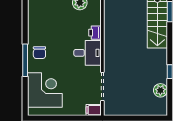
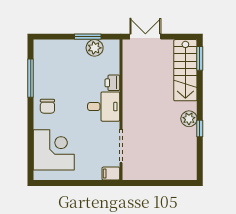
window: (25, 60) -> (31, 78), moved
plant: (160, 90) -> (189, 119), moved

